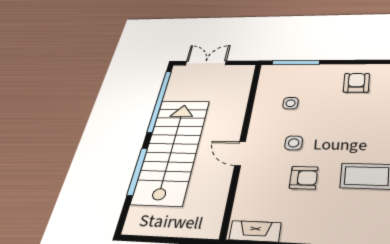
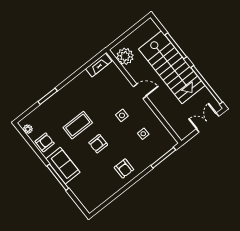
double door: (206, 63) -> (208, 123), swing flipped
armchair: (304, 178) -> (98, 144), moved
plant: (209, 212) -> (125, 56), added

